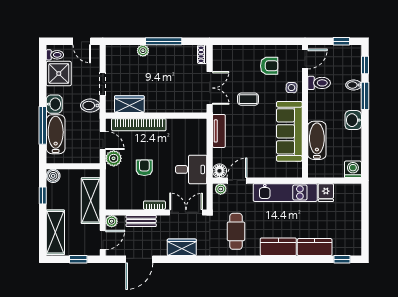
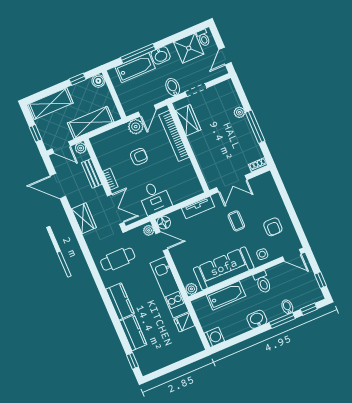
toilet: (319, 83) -> (263, 282), moved
plant: (296, 172) -> (191, 289), added

